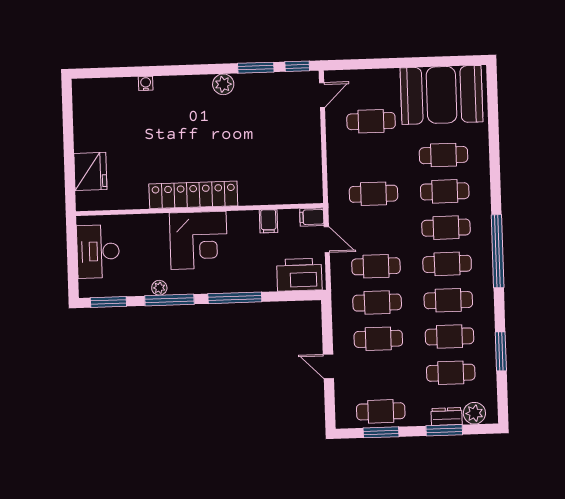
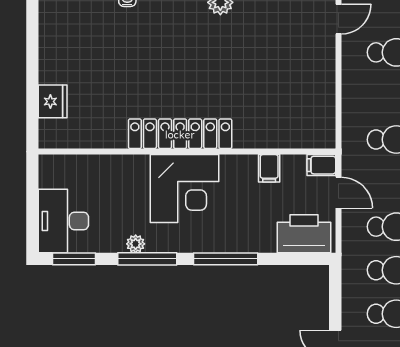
fridge: (90, 171) -> (53, 101), width x0.73, depth x0.75
desk: (98, 251) -> (63, 221), moved

